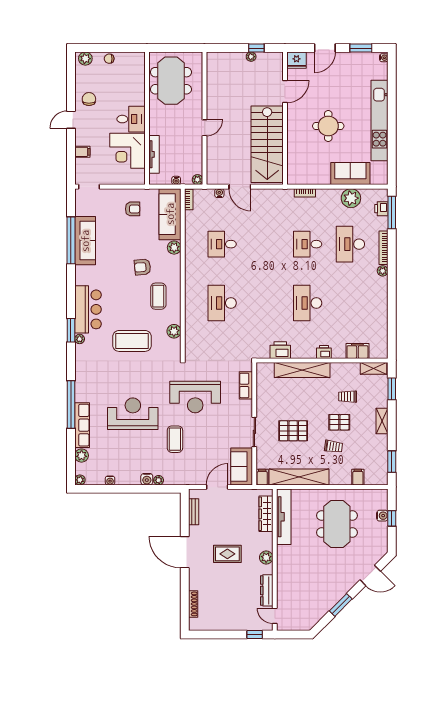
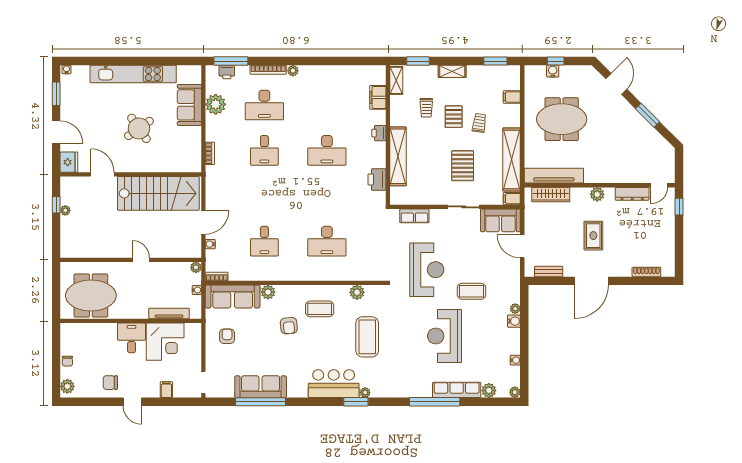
round table: (328, 126) -> (139, 128), turned -35

